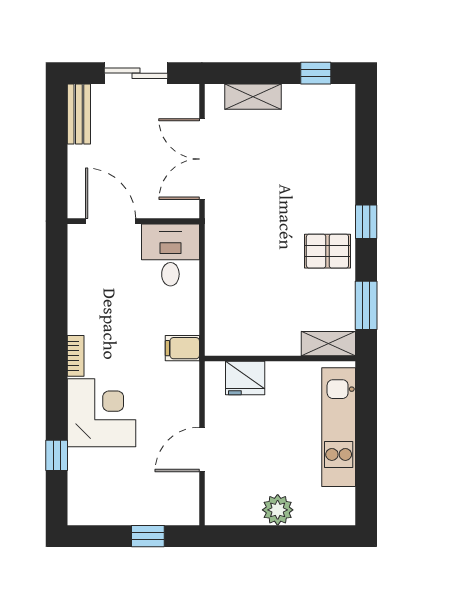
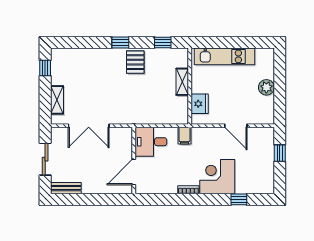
door: (111, 221) -> (134, 172), moved
wall: (133, 221) -> (134, 160), moved
desk: (170, 255) -> (151, 142), moved
window: (366, 305) -> (163, 42), width x0.67
shelving: (328, 344) -> (182, 82), moved

